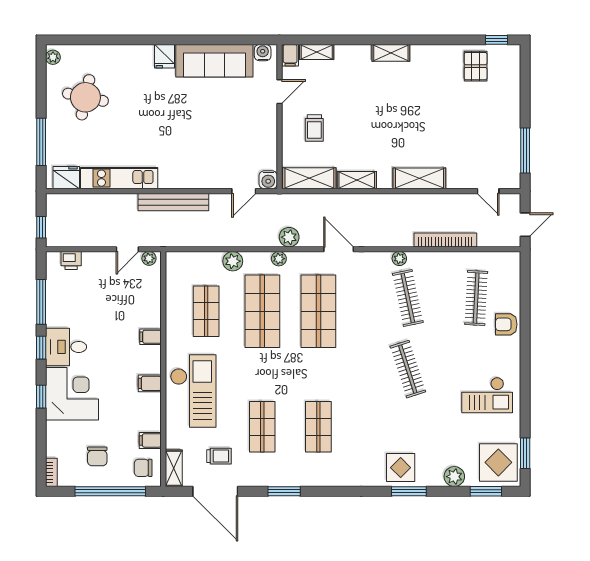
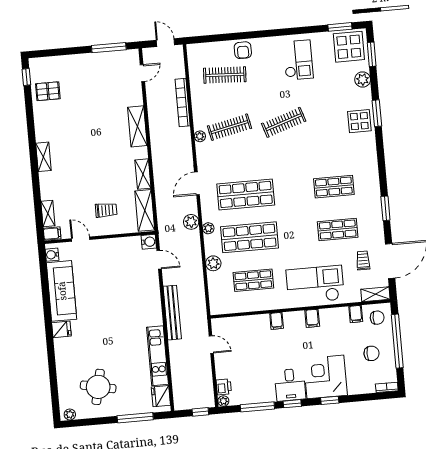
plant: (149, 258) -> (223, 401), moved
chair: (143, 468) -> (377, 318), turned -90

